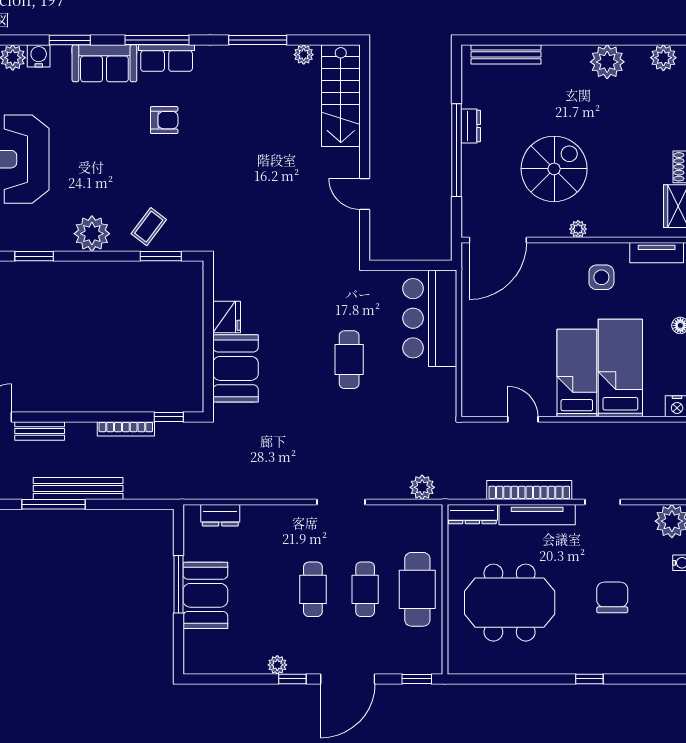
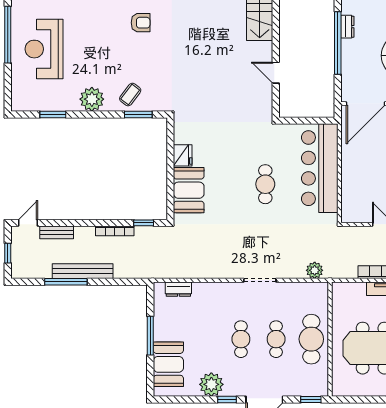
bar counter: (430, 318) -> (320, 168), width x1.36
dresser: (472, 514) -> (348, 288), removed
booth: (205, 595) -> (168, 364), moved
plant: (277, 665) -> (211, 384), width x1.88, depth x1.88

